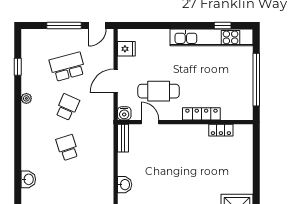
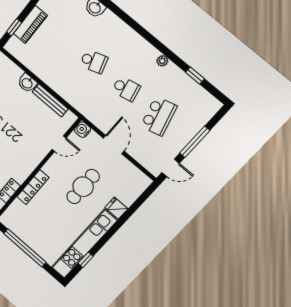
door: (97, 26) -> (171, 168), swing flipped
fridge: (126, 49) -> (116, 208), moved, turned 90
cafe table: (159, 91) -> (83, 187), moved
school desk: (67, 107) -> (126, 89), turned -36
bench: (123, 138) -> (50, 100), moved, width x1.36

